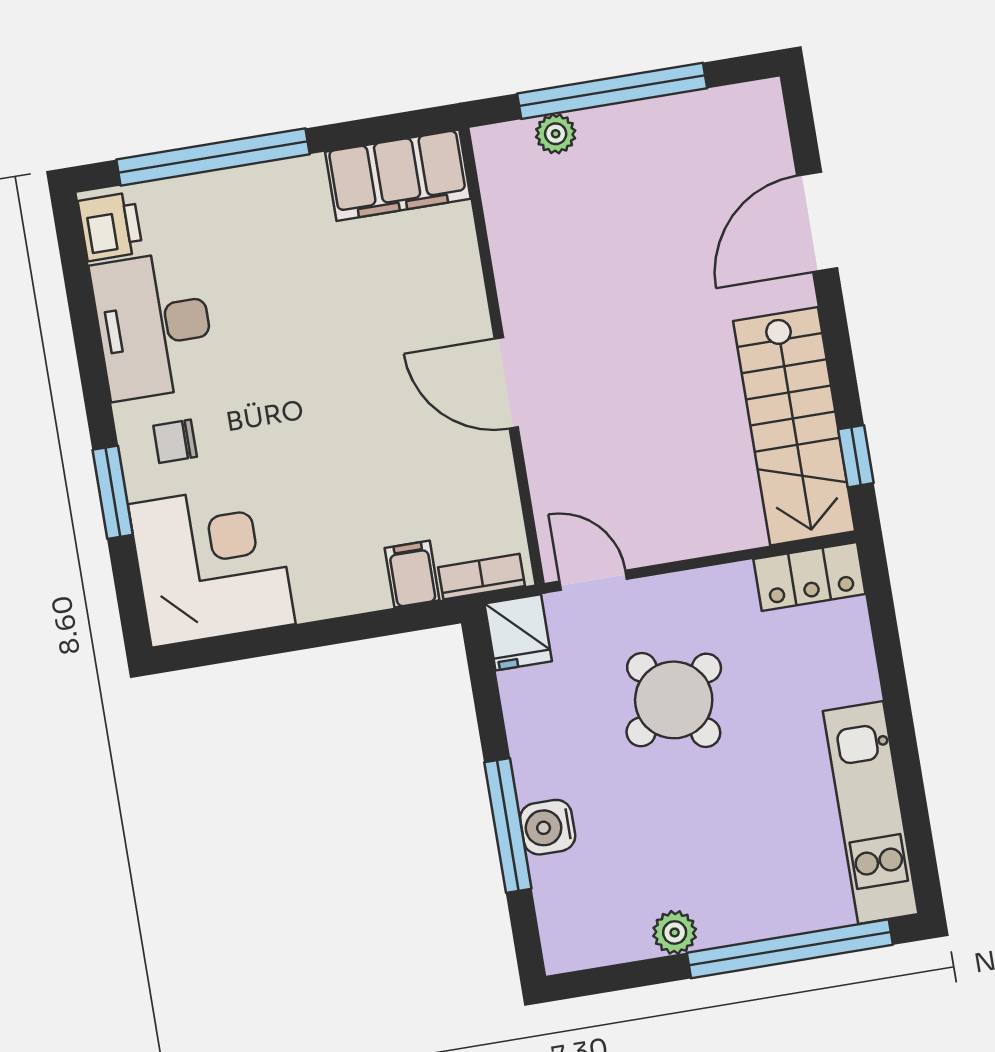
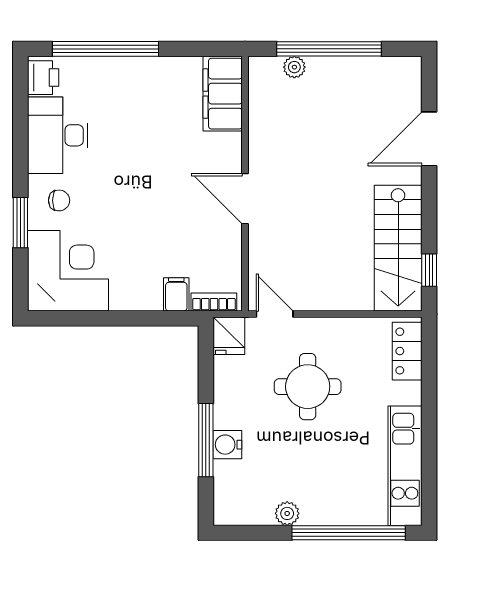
filing cabinet: (398, 175) -> (223, 94), moved, turned 90
chair: (175, 441) -> (59, 200), turned 180
locker: (809, 577) -> (407, 351), moved, turned 90
round table: (674, 700) -> (308, 387), turned 35

